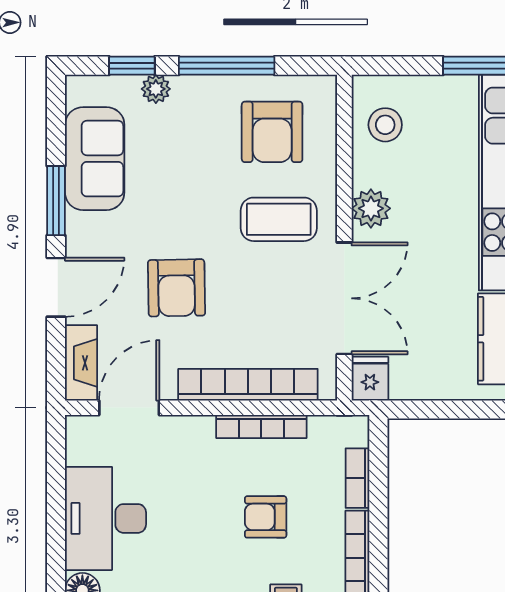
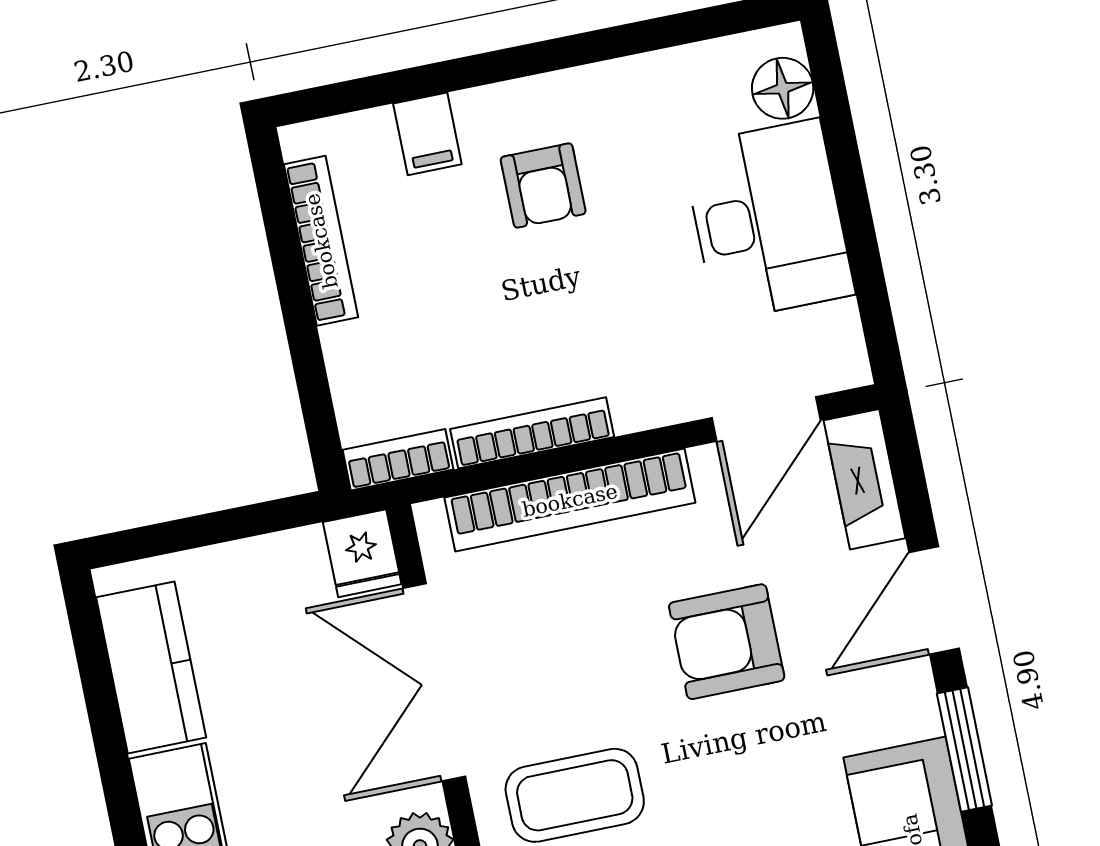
armchair: (176, 288) -> (727, 642), turned -89
bookcase: (358, 478) -> (398, 460), moved, turned -90
armchair: (266, 517) -> (543, 185), moved, turned 90

